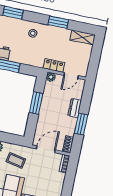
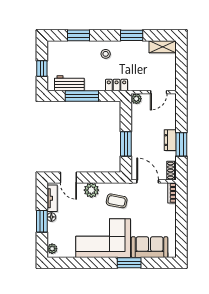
locker: (54, 65) -> (117, 85), moved
window: (36, 103) -> (126, 144), moved
dresser: (75, 108) -> (170, 140), moved
door: (46, 149) -> (148, 181), hinge flipped

